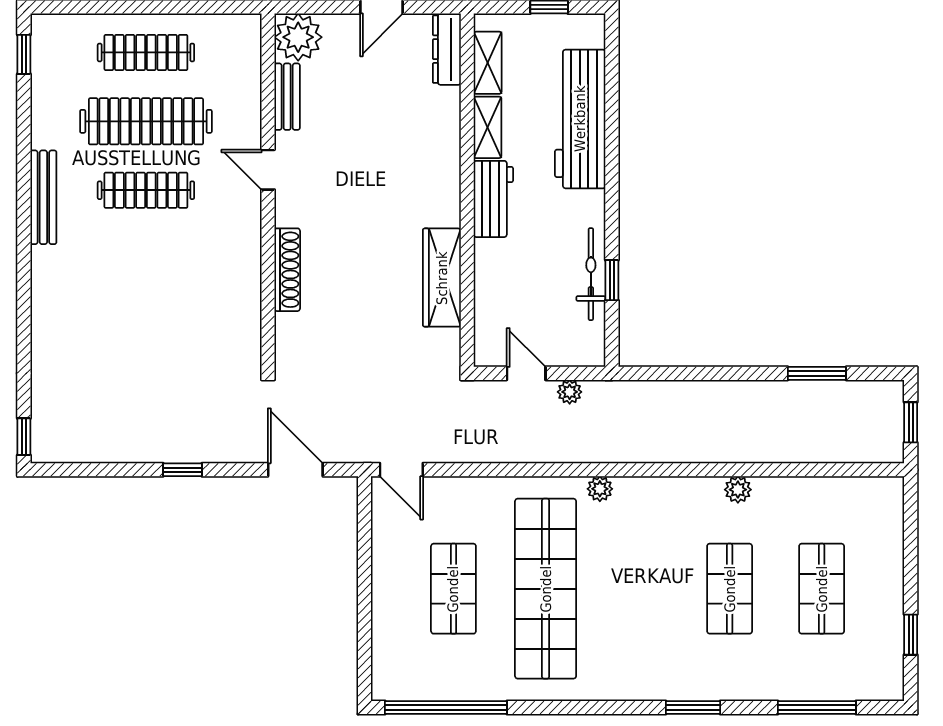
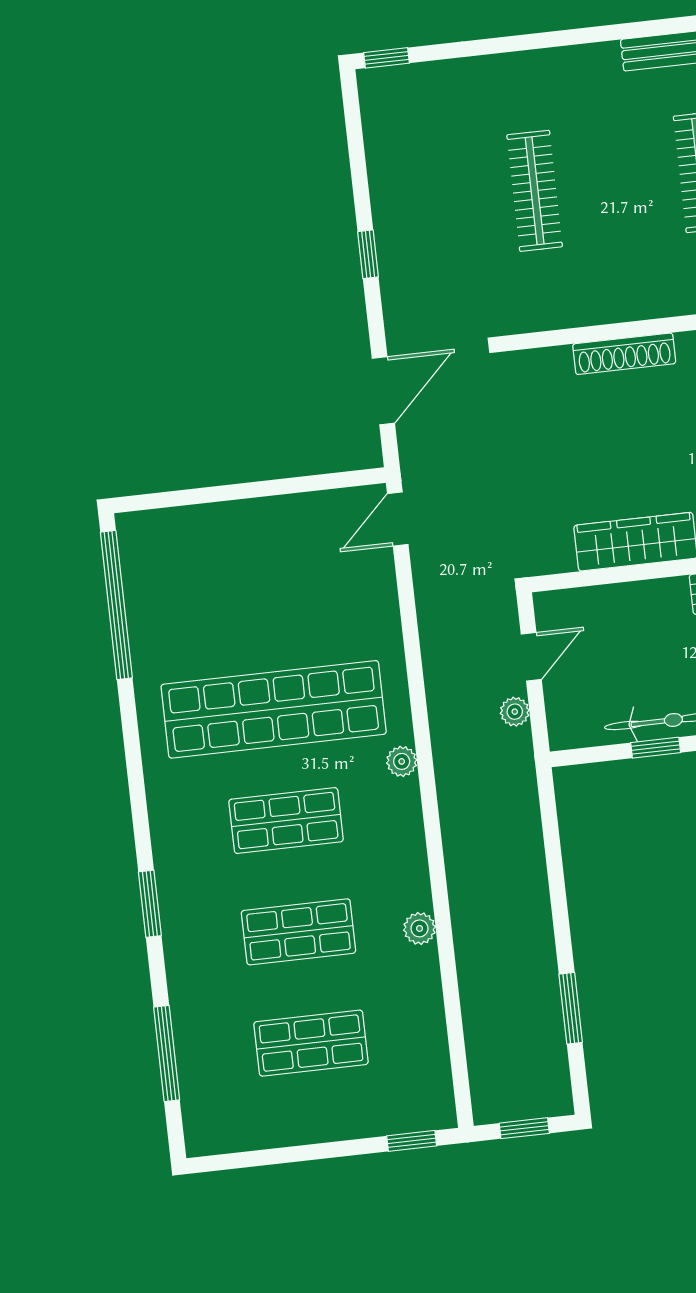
clothes rail: (146, 328) -> (535, 191), added
shop shelf: (453, 589) -> (286, 821), moved
window: (911, 635) -> (412, 1141), moved

